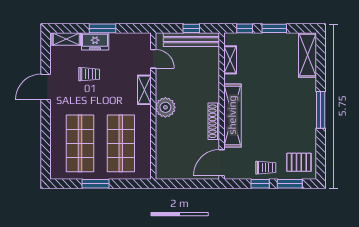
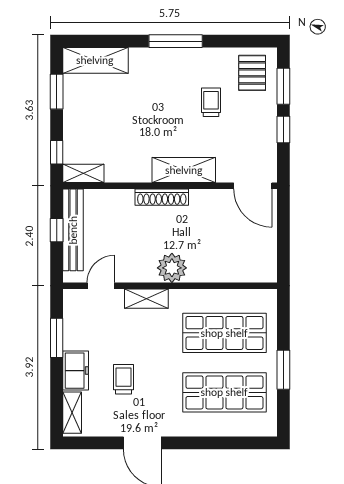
window: (103, 28) -> (57, 338), moved
window: (274, 28) -> (57, 92), moved
shelving: (230, 60) -> (83, 173), moved
shelving: (232, 115) -> (184, 170), width x0.68
shoe rack: (214, 121) -> (162, 197), moved
trolley: (266, 168) -> (211, 102), moved

